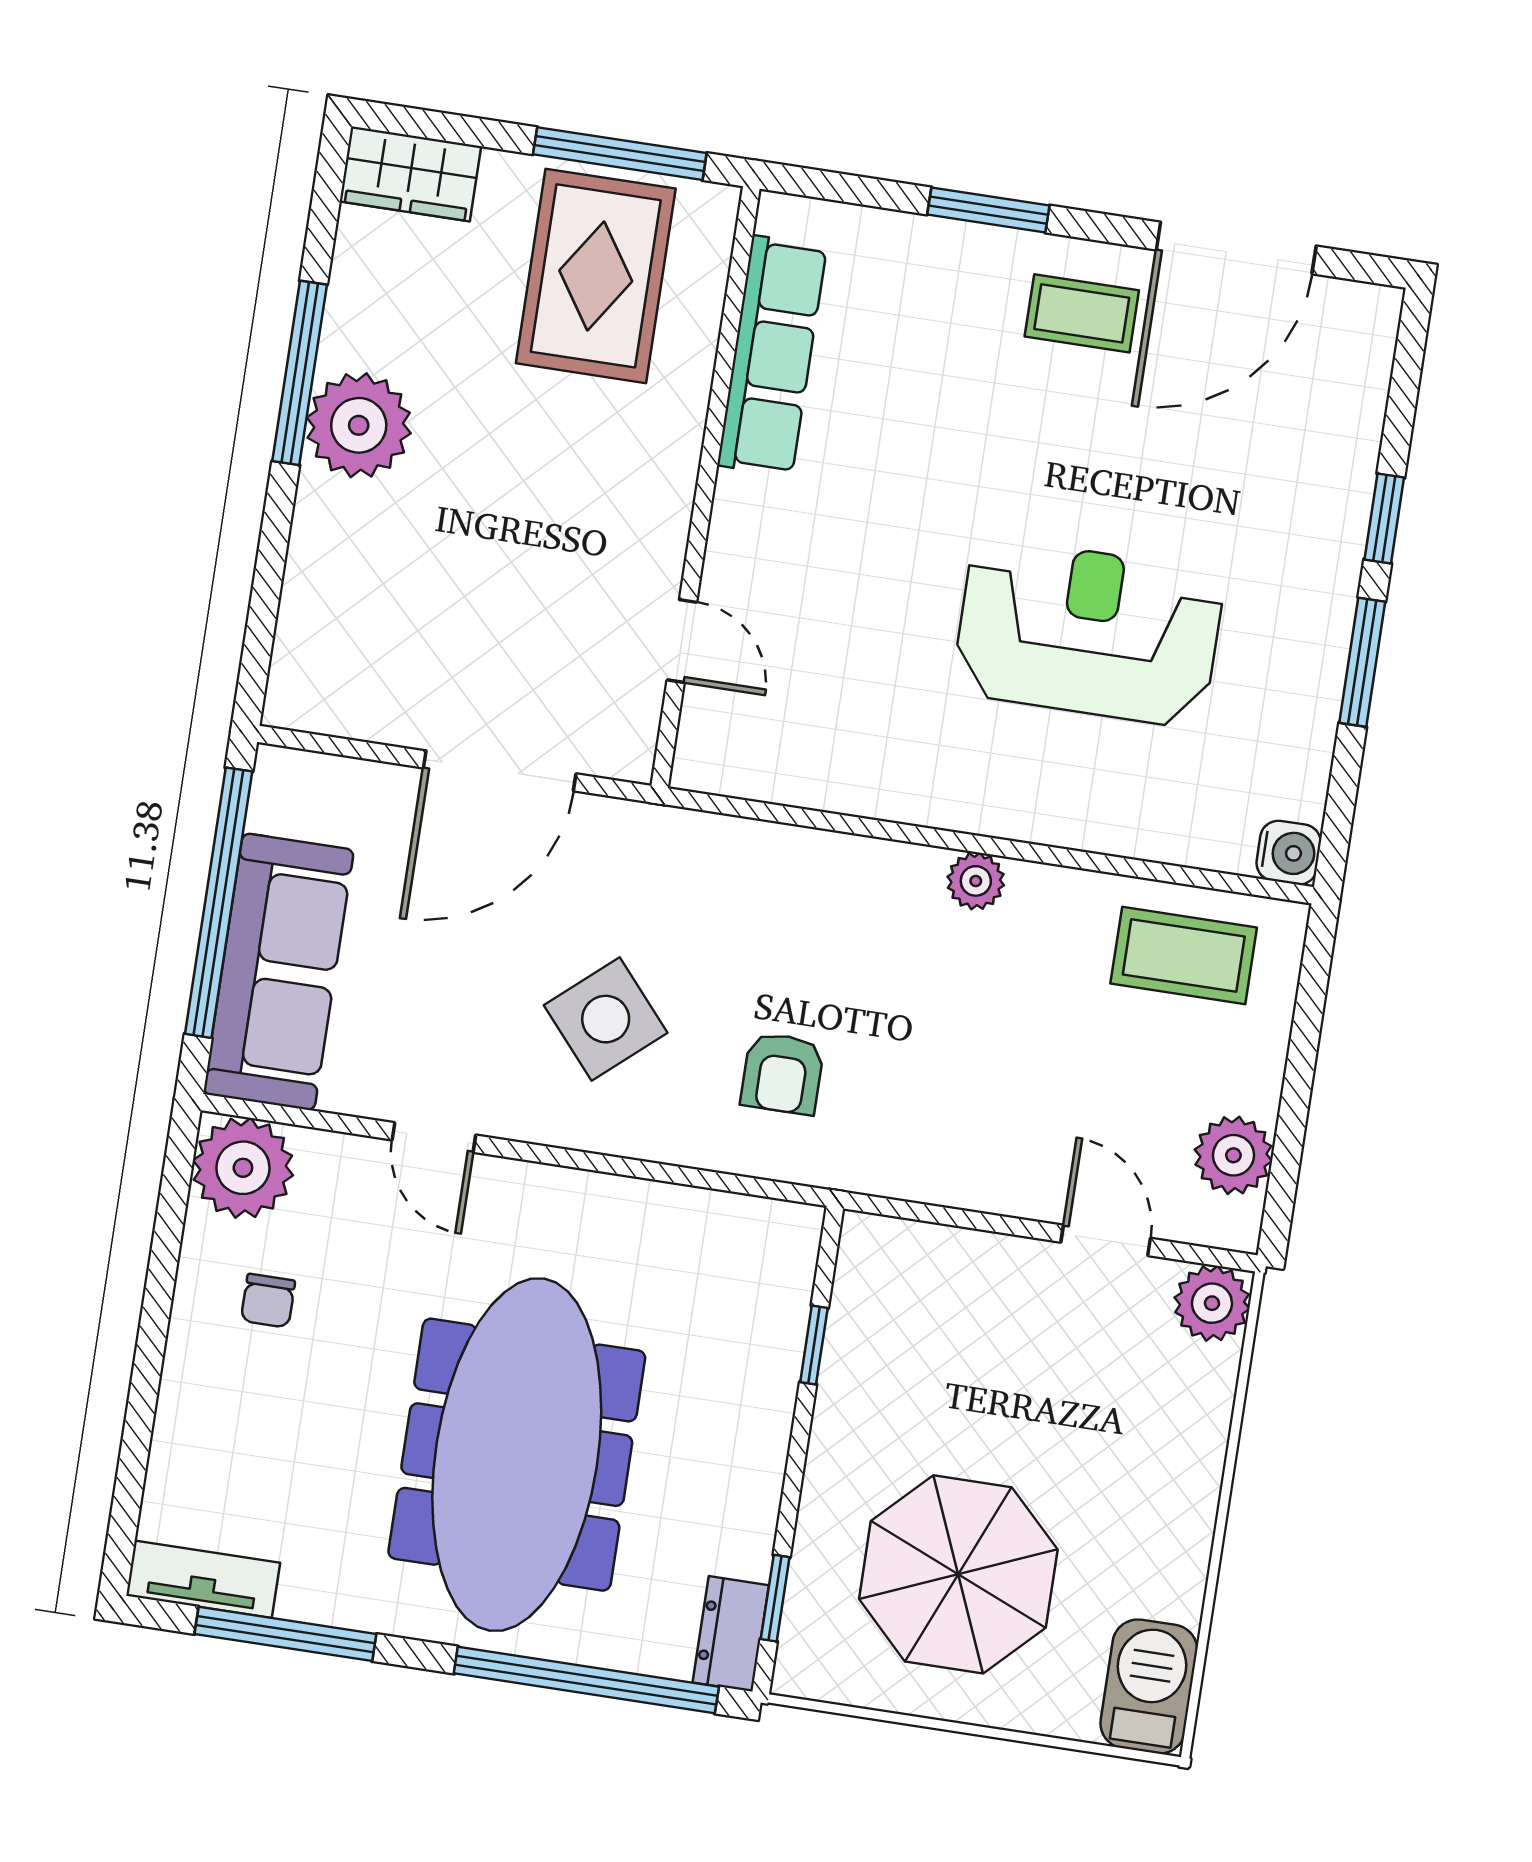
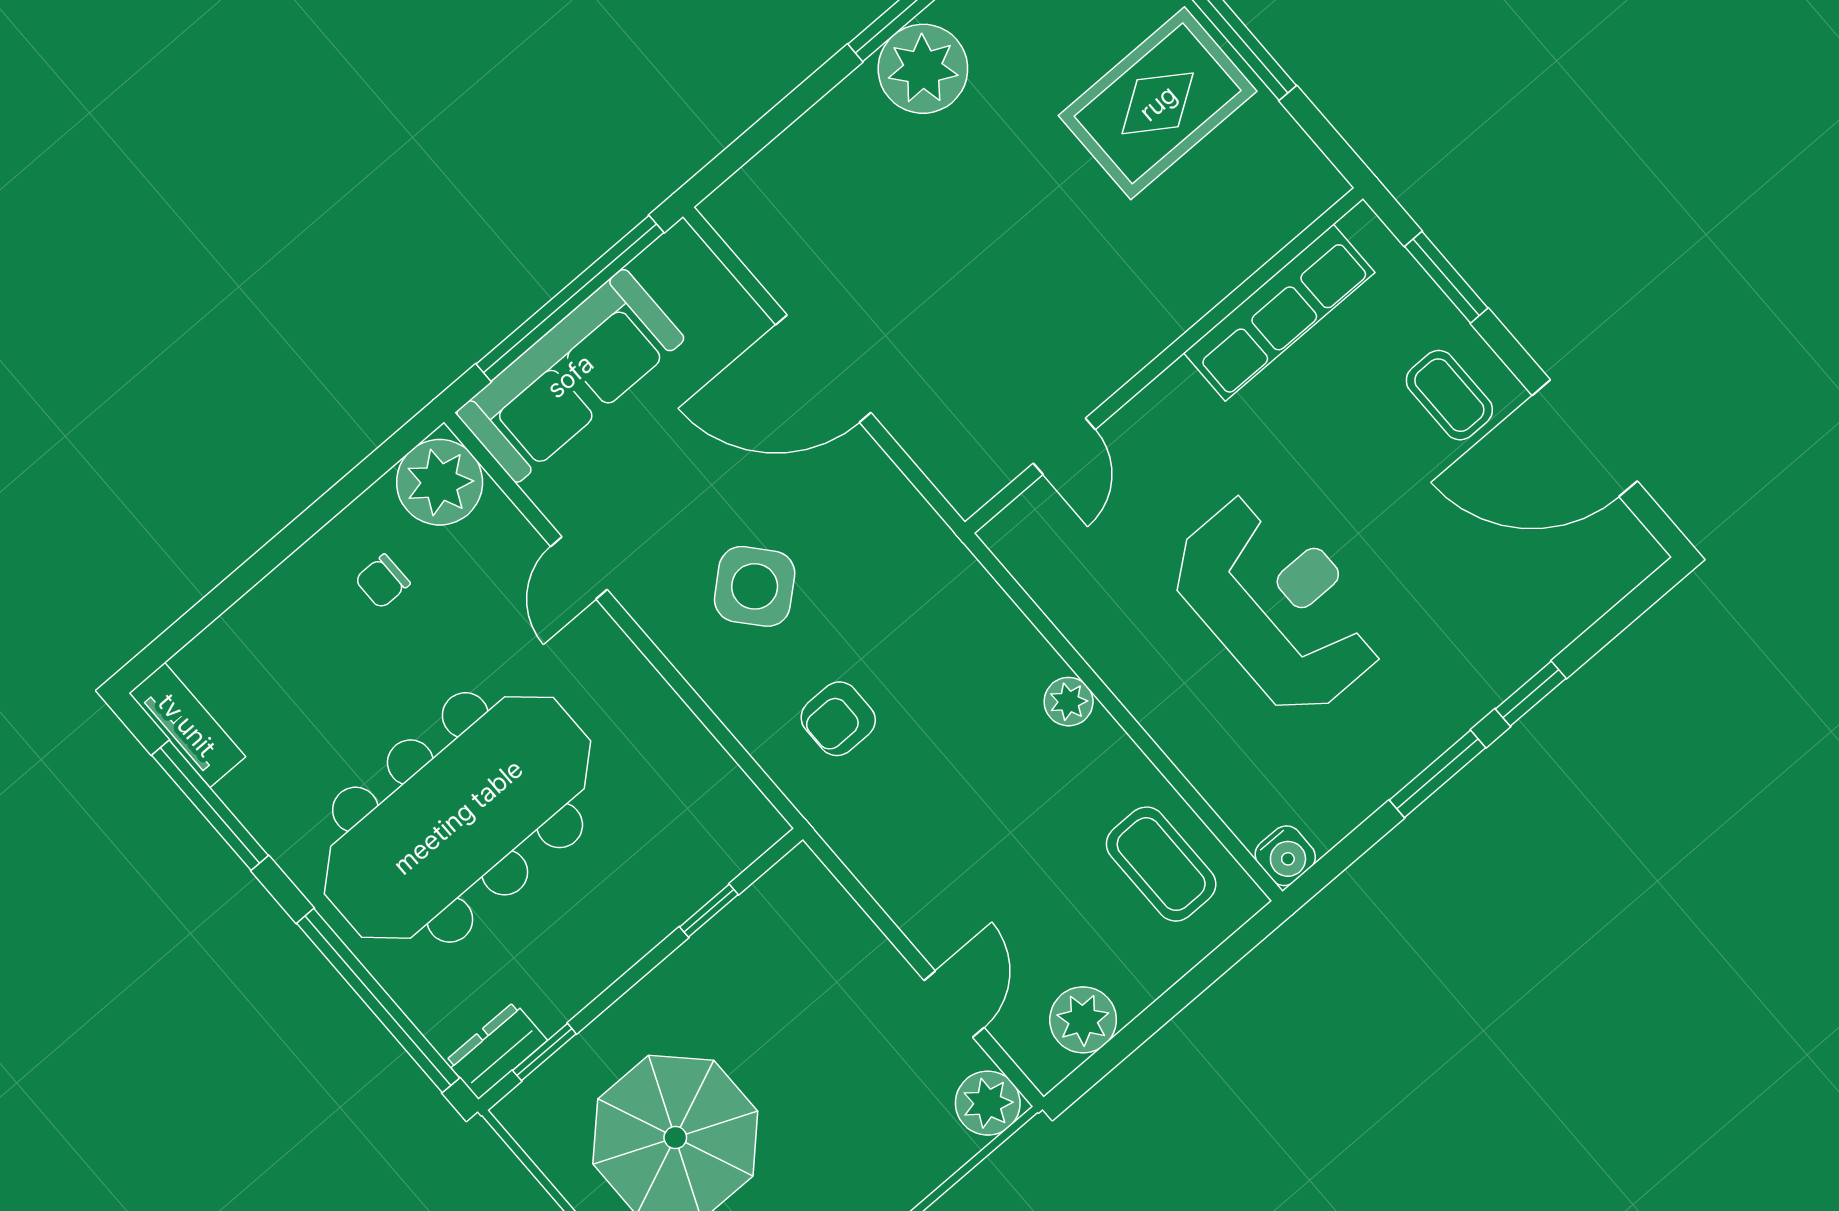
row of seats: (772, 356) -> (1279, 313), moved
wall: (705, 487) -> (1164, 360), moved
door: (682, 641) -> (1064, 446), moved

